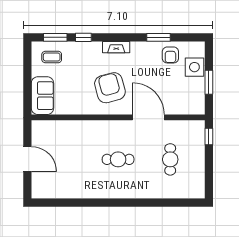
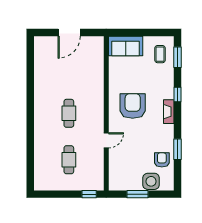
window: (83, 37) -> (177, 95), moved
armchair: (170, 55) -> (162, 160), turned 90
armchair: (110, 88) -> (133, 106), turned -75
door: (148, 117) -> (106, 140), width x0.53
cafe table: (170, 159) -> (69, 160), turned 90

